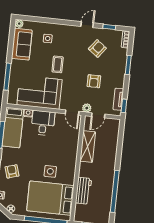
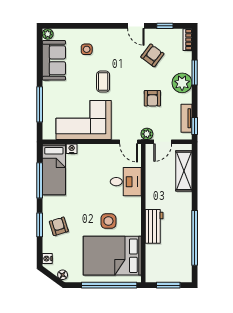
door: (87, 25) -> (136, 26), swing flipped
plant: (118, 72) -> (182, 83), added
desk: (43, 123) -> (126, 182), moved, turned 90
shelving: (88, 147) -> (184, 171), moved
workbench: (83, 191) -> (154, 226), moved

